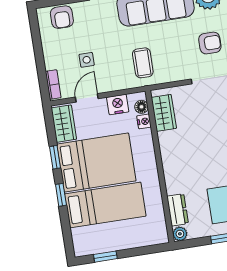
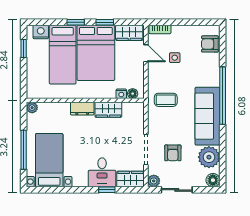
nightstand: (118, 104) -> (41, 32), moved, turned -90
wardrobe: (164, 113) -> (108, 110), moved
dresser: (178, 210) -> (82, 109), moved

